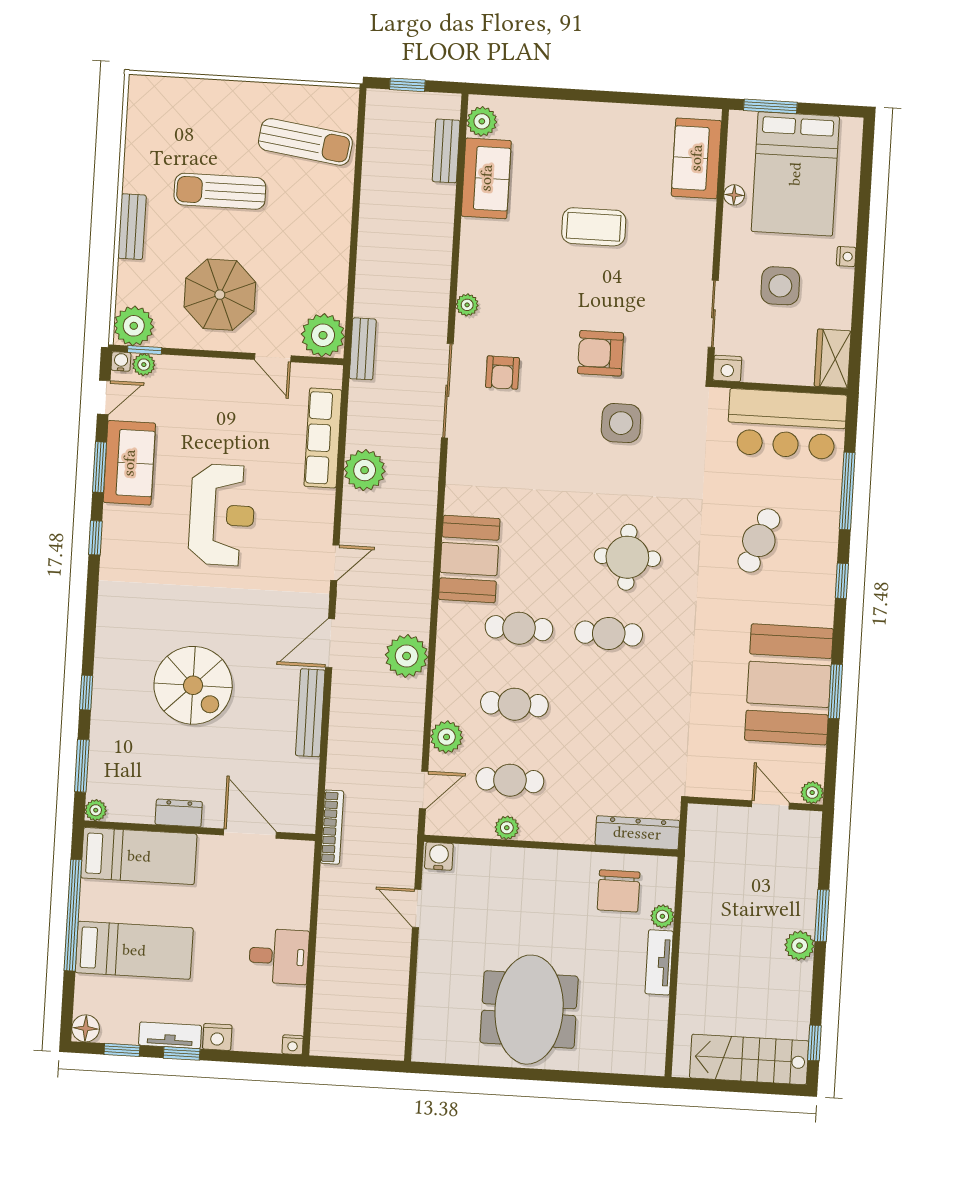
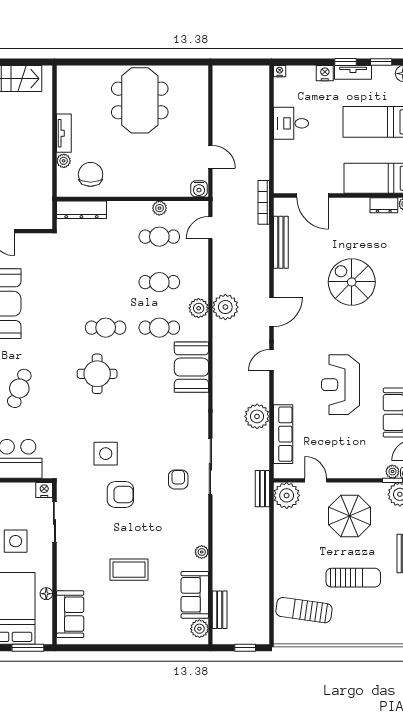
plant: (467, 305) -> (202, 552), moved
bench: (310, 713) -> (281, 242), moved
plant: (447, 737) -> (199, 308), moved
dresser: (179, 813) -> (384, 205), moved

